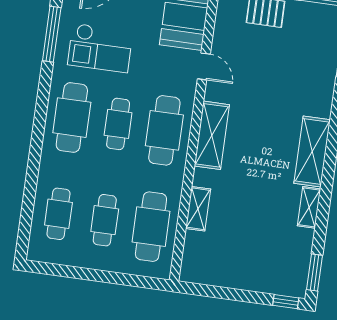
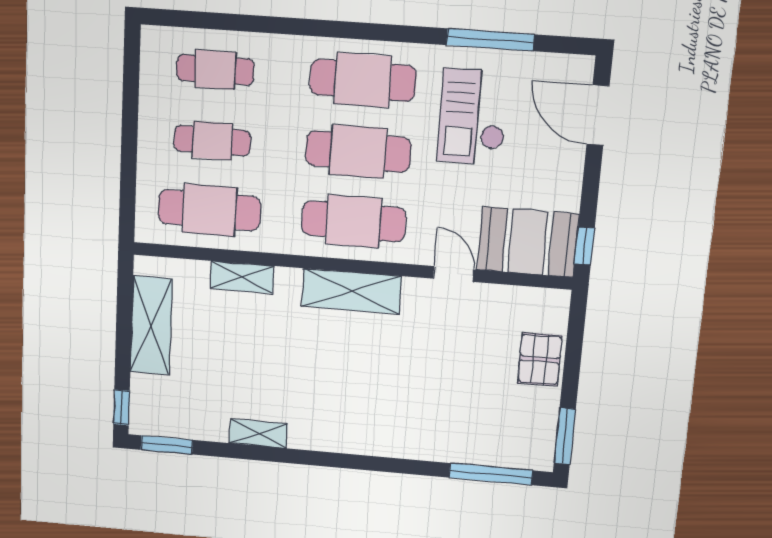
door: (204, 66) -> (453, 274), swing flipped
cafe table: (118, 124) -> (358, 152), width x1.37, depth x1.35
shelving: (312, 151) -> (151, 325), moved, turned 90

